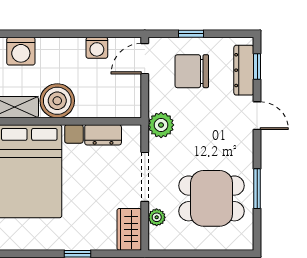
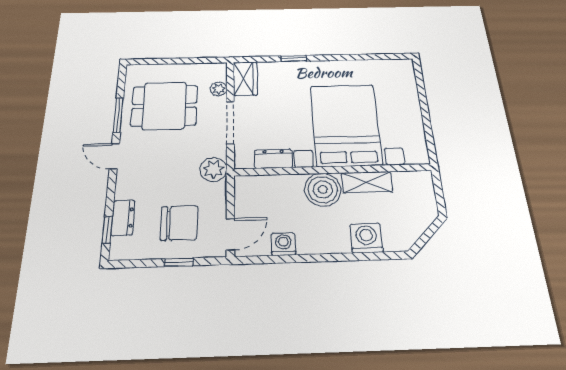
dresser: (244, 70) -> (123, 218), width x0.70
door: (257, 116) -> (114, 156), moved

